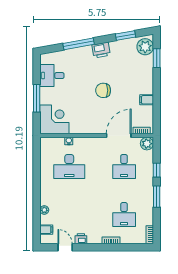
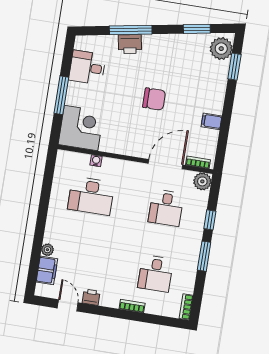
printer: (101, 50) -> (130, 44), moved
chair: (103, 90) -> (154, 99), turned 180
filing cabinet: (46, 230) -> (47, 270), width x2.00

